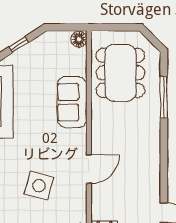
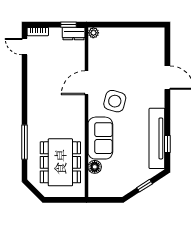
floor lamp: (79, 39) -> (95, 167), moved
side table: (39, 186) -> (115, 101), moved

